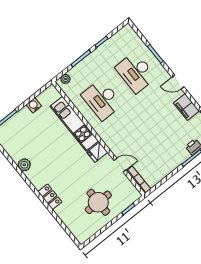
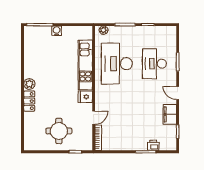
desk: (102, 100) -> (117, 64), width x1.36, depth x1.30
water cooler: (34, 105) -> (57, 31), moved
plant: (24, 165) -> (29, 84), moved
door: (120, 165) -> (94, 118), hinge flipped

